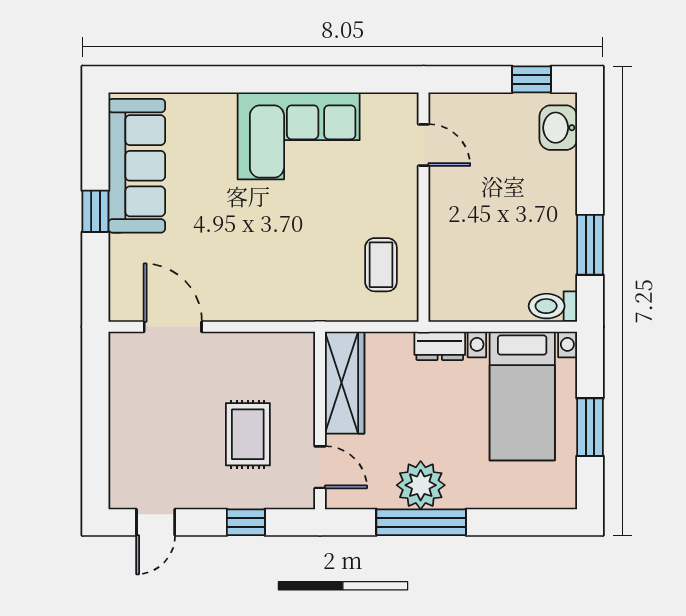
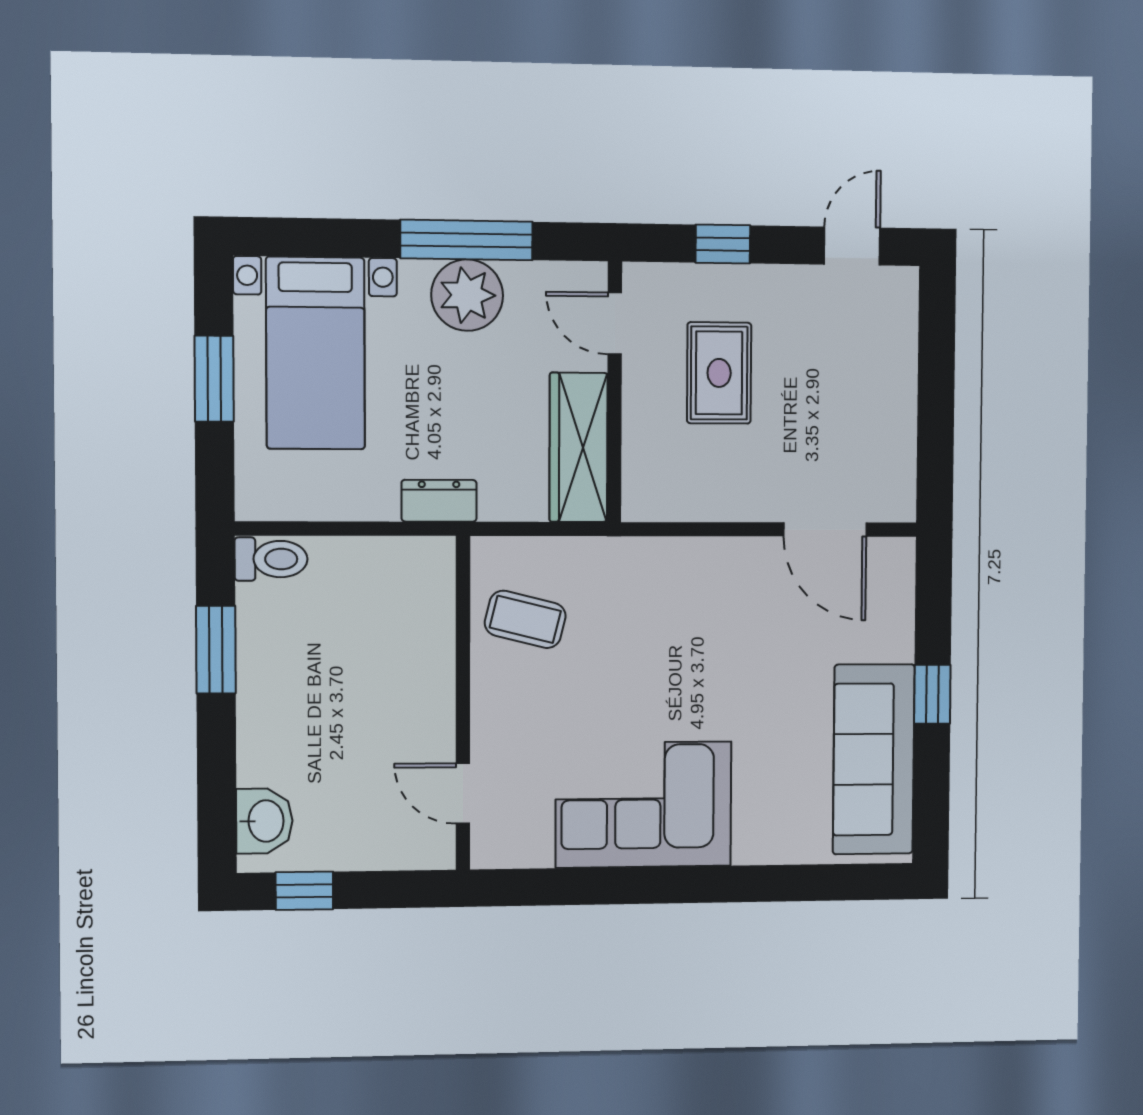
coffee table: (381, 265) -> (525, 619), turned -76
bed with nightstands: (522, 396) -> (315, 353), moved, turned 180

